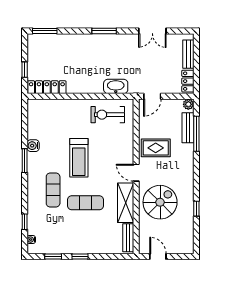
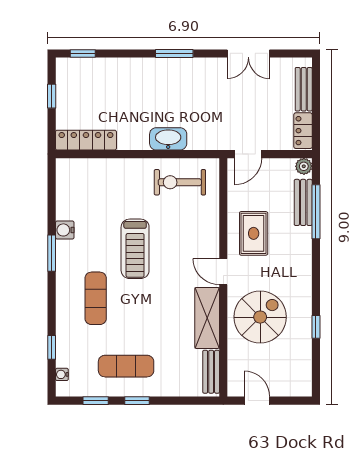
window: (45, 31) -> (83, 53), width x0.67
window: (25, 70) -> (52, 96), moved
washbasin: (116, 86) -> (168, 139), moved
rug: (156, 148) -> (254, 233), turned 90
exercise mat: (85, 203) -> (126, 366), moved

